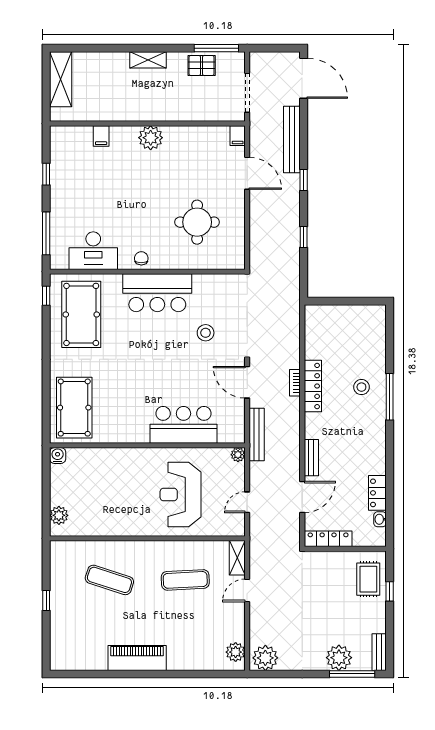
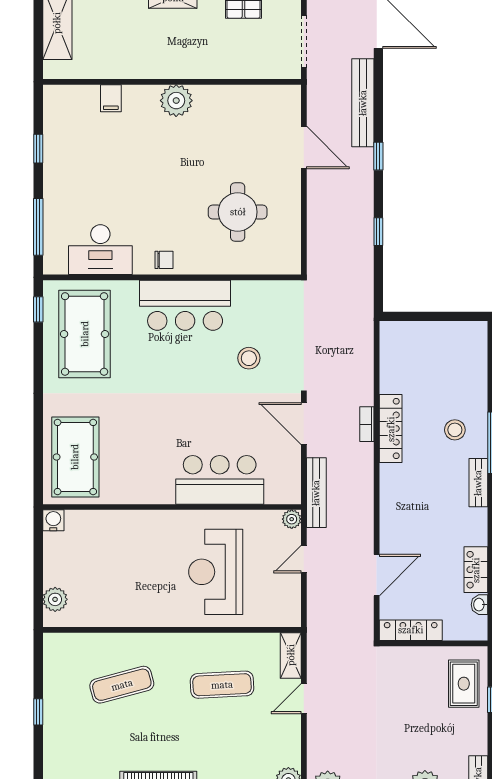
filing cabinet: (238, 136) -> (291, 98), removed
chair: (141, 258) -> (164, 260), turned 90
bench: (311, 458) -> (478, 483), moved
door: (247, 502) -> (304, 559), moved
exercise mat: (109, 580) -> (122, 685), turned -33

